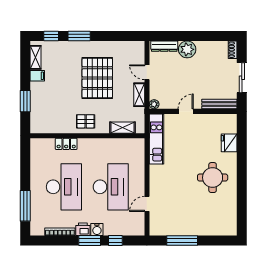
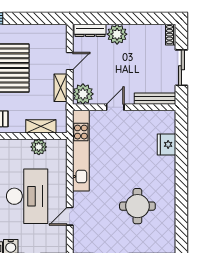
door: (147, 72) -> (70, 61), swing flipped
plant: (154, 104) -> (83, 94), width x1.87, depth x1.87
kitchen unit: (156, 139) -> (81, 151), width x1.36
plant: (121, 145) -> (39, 147), added
round table: (213, 178) -> (137, 206), moved

